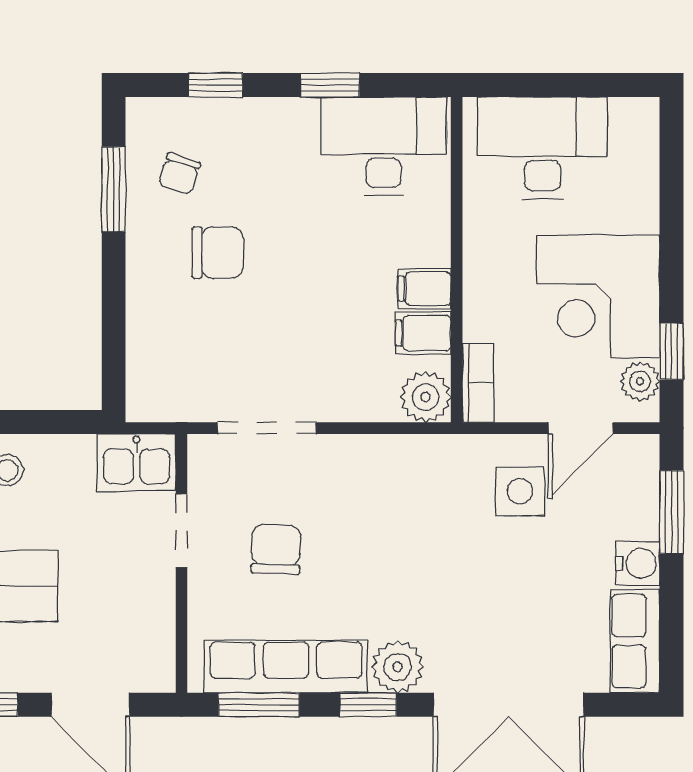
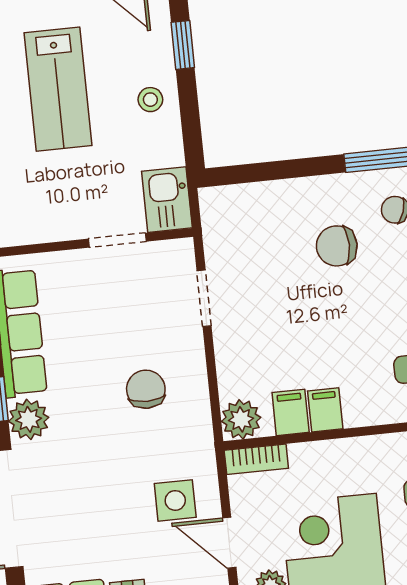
chair: (218, 253) -> (337, 246), turned 90
doorway: (267, 428) -> (204, 298), width x0.73
chair: (276, 550) -> (146, 389), moved, turned -92

